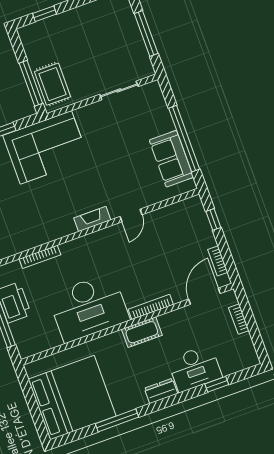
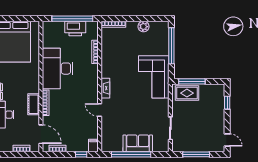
sofa: (171, 159) -> (138, 143), moved
filing cabinet: (192, 205) -> (93, 145), added
cot: (142, 332) -> (34, 104), moved

